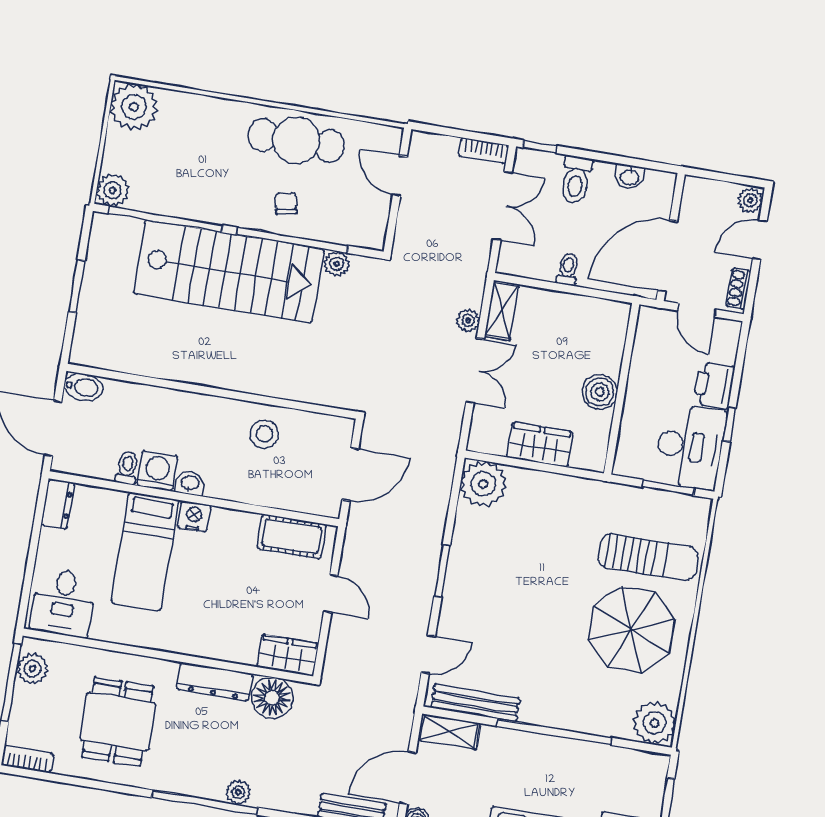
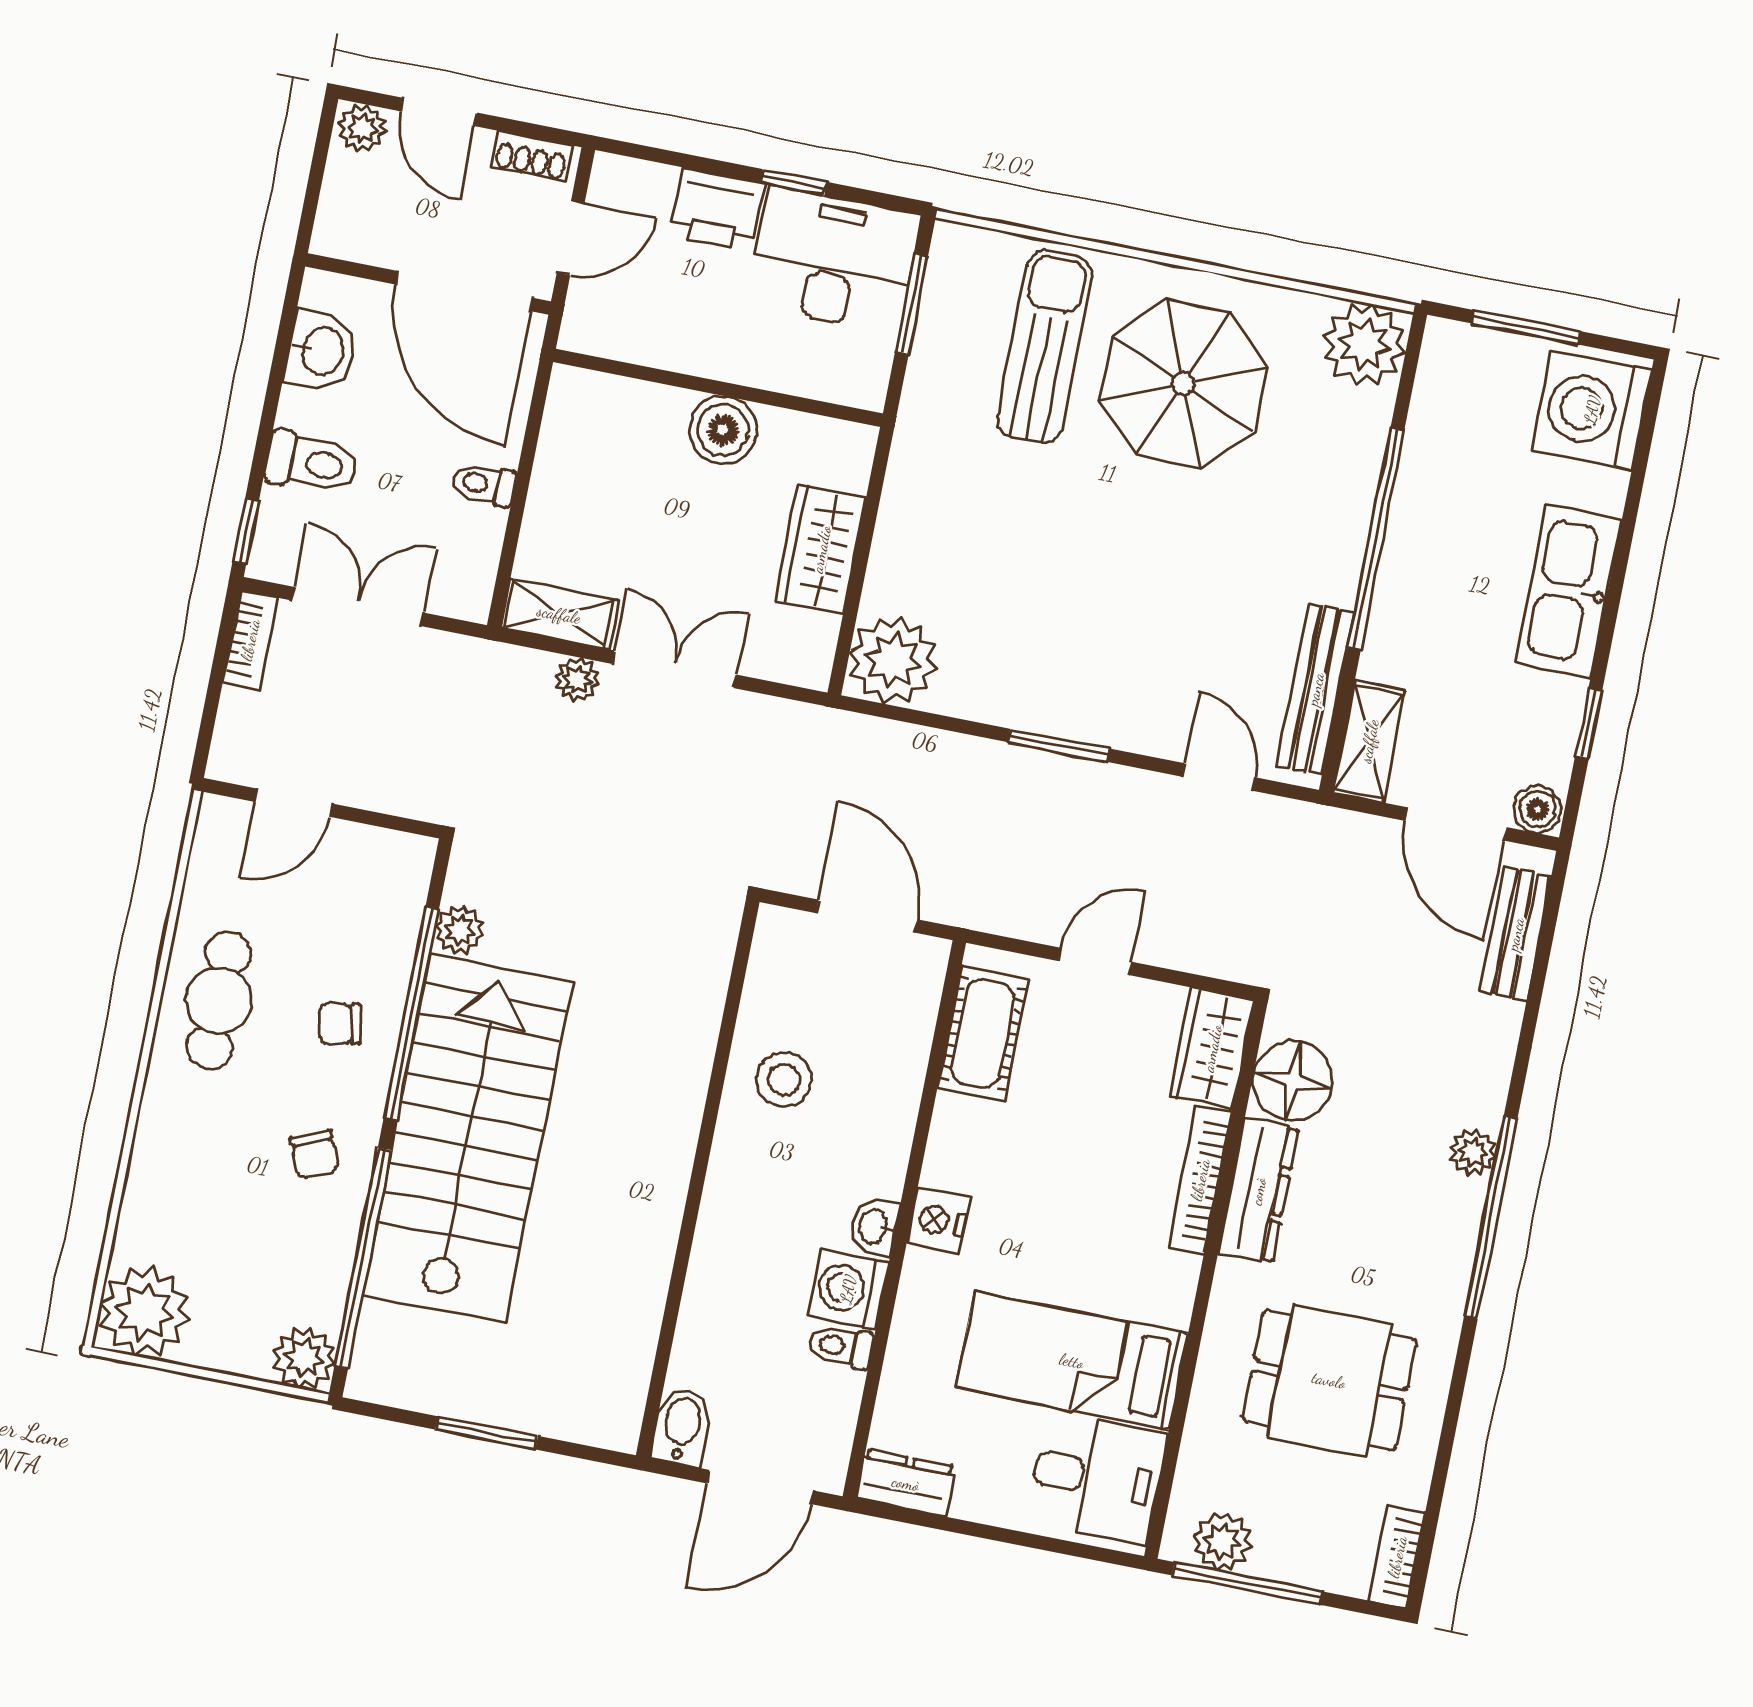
cafe table: (296, 140) -> (219, 1001), width x0.73, depth x0.74
washbasin: (630, 177) -> (321, 351), width x1.38, depth x1.45
chair: (218, 192) -> (314, 1154), added
bed: (145, 551) -> (1072, 1361), moved, turned 180
bookcase: (219, 651) -> (1200, 1180), added

